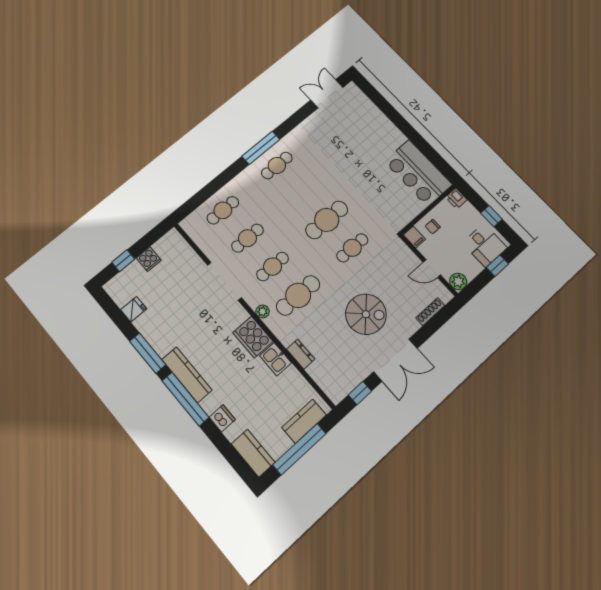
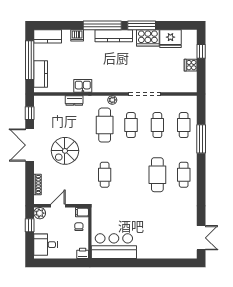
window: (261, 148) -> (201, 139), moved
window: (491, 216) -> (57, 263), removed
cafe table: (327, 220) -> (157, 175), moved
window: (497, 266) -> (30, 225), moved
fridge: (134, 309) -> (170, 39), width x1.88, depth x1.34
cooker: (253, 337) -> (148, 38), moved, turned 180

